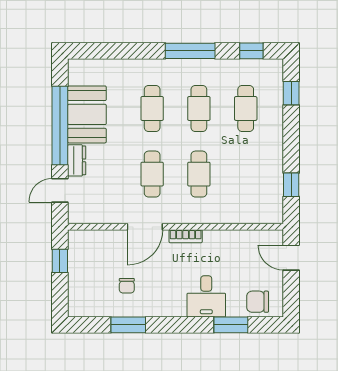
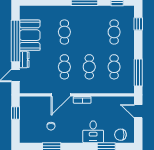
cafe table: (199, 108) -> (114, 67), moved
window: (291, 185) -> (138, 73), width x2.17

